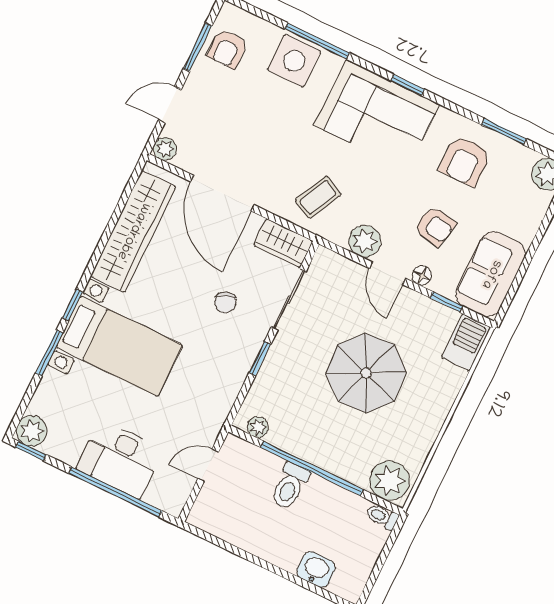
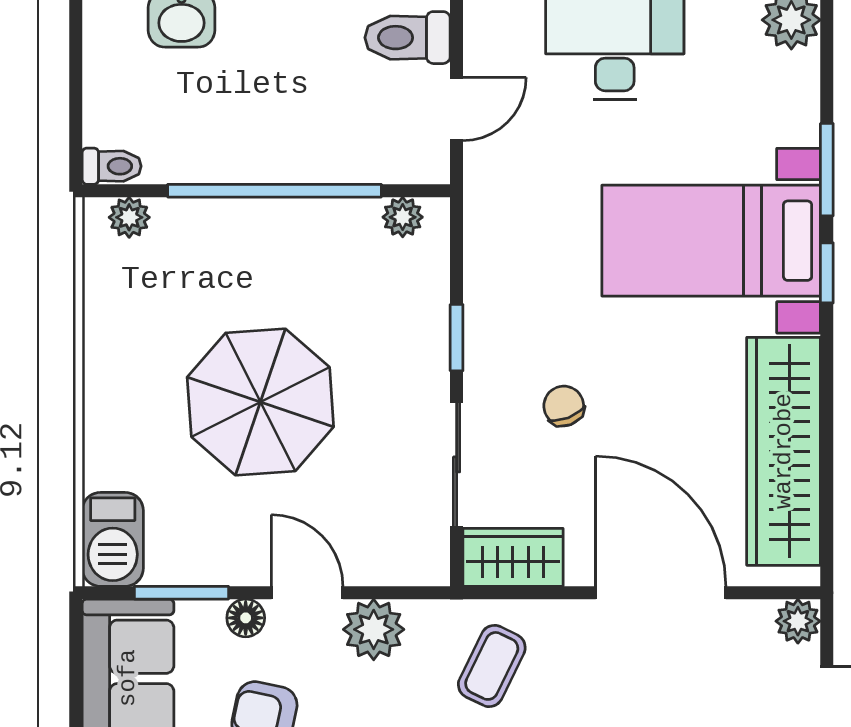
window: (446, 302) -> (181, 593), width x1.50
plant: (389, 481) -> (129, 217), width x0.53, depth x0.53
toilet: (290, 486) -> (408, 38), moved, turned -90

